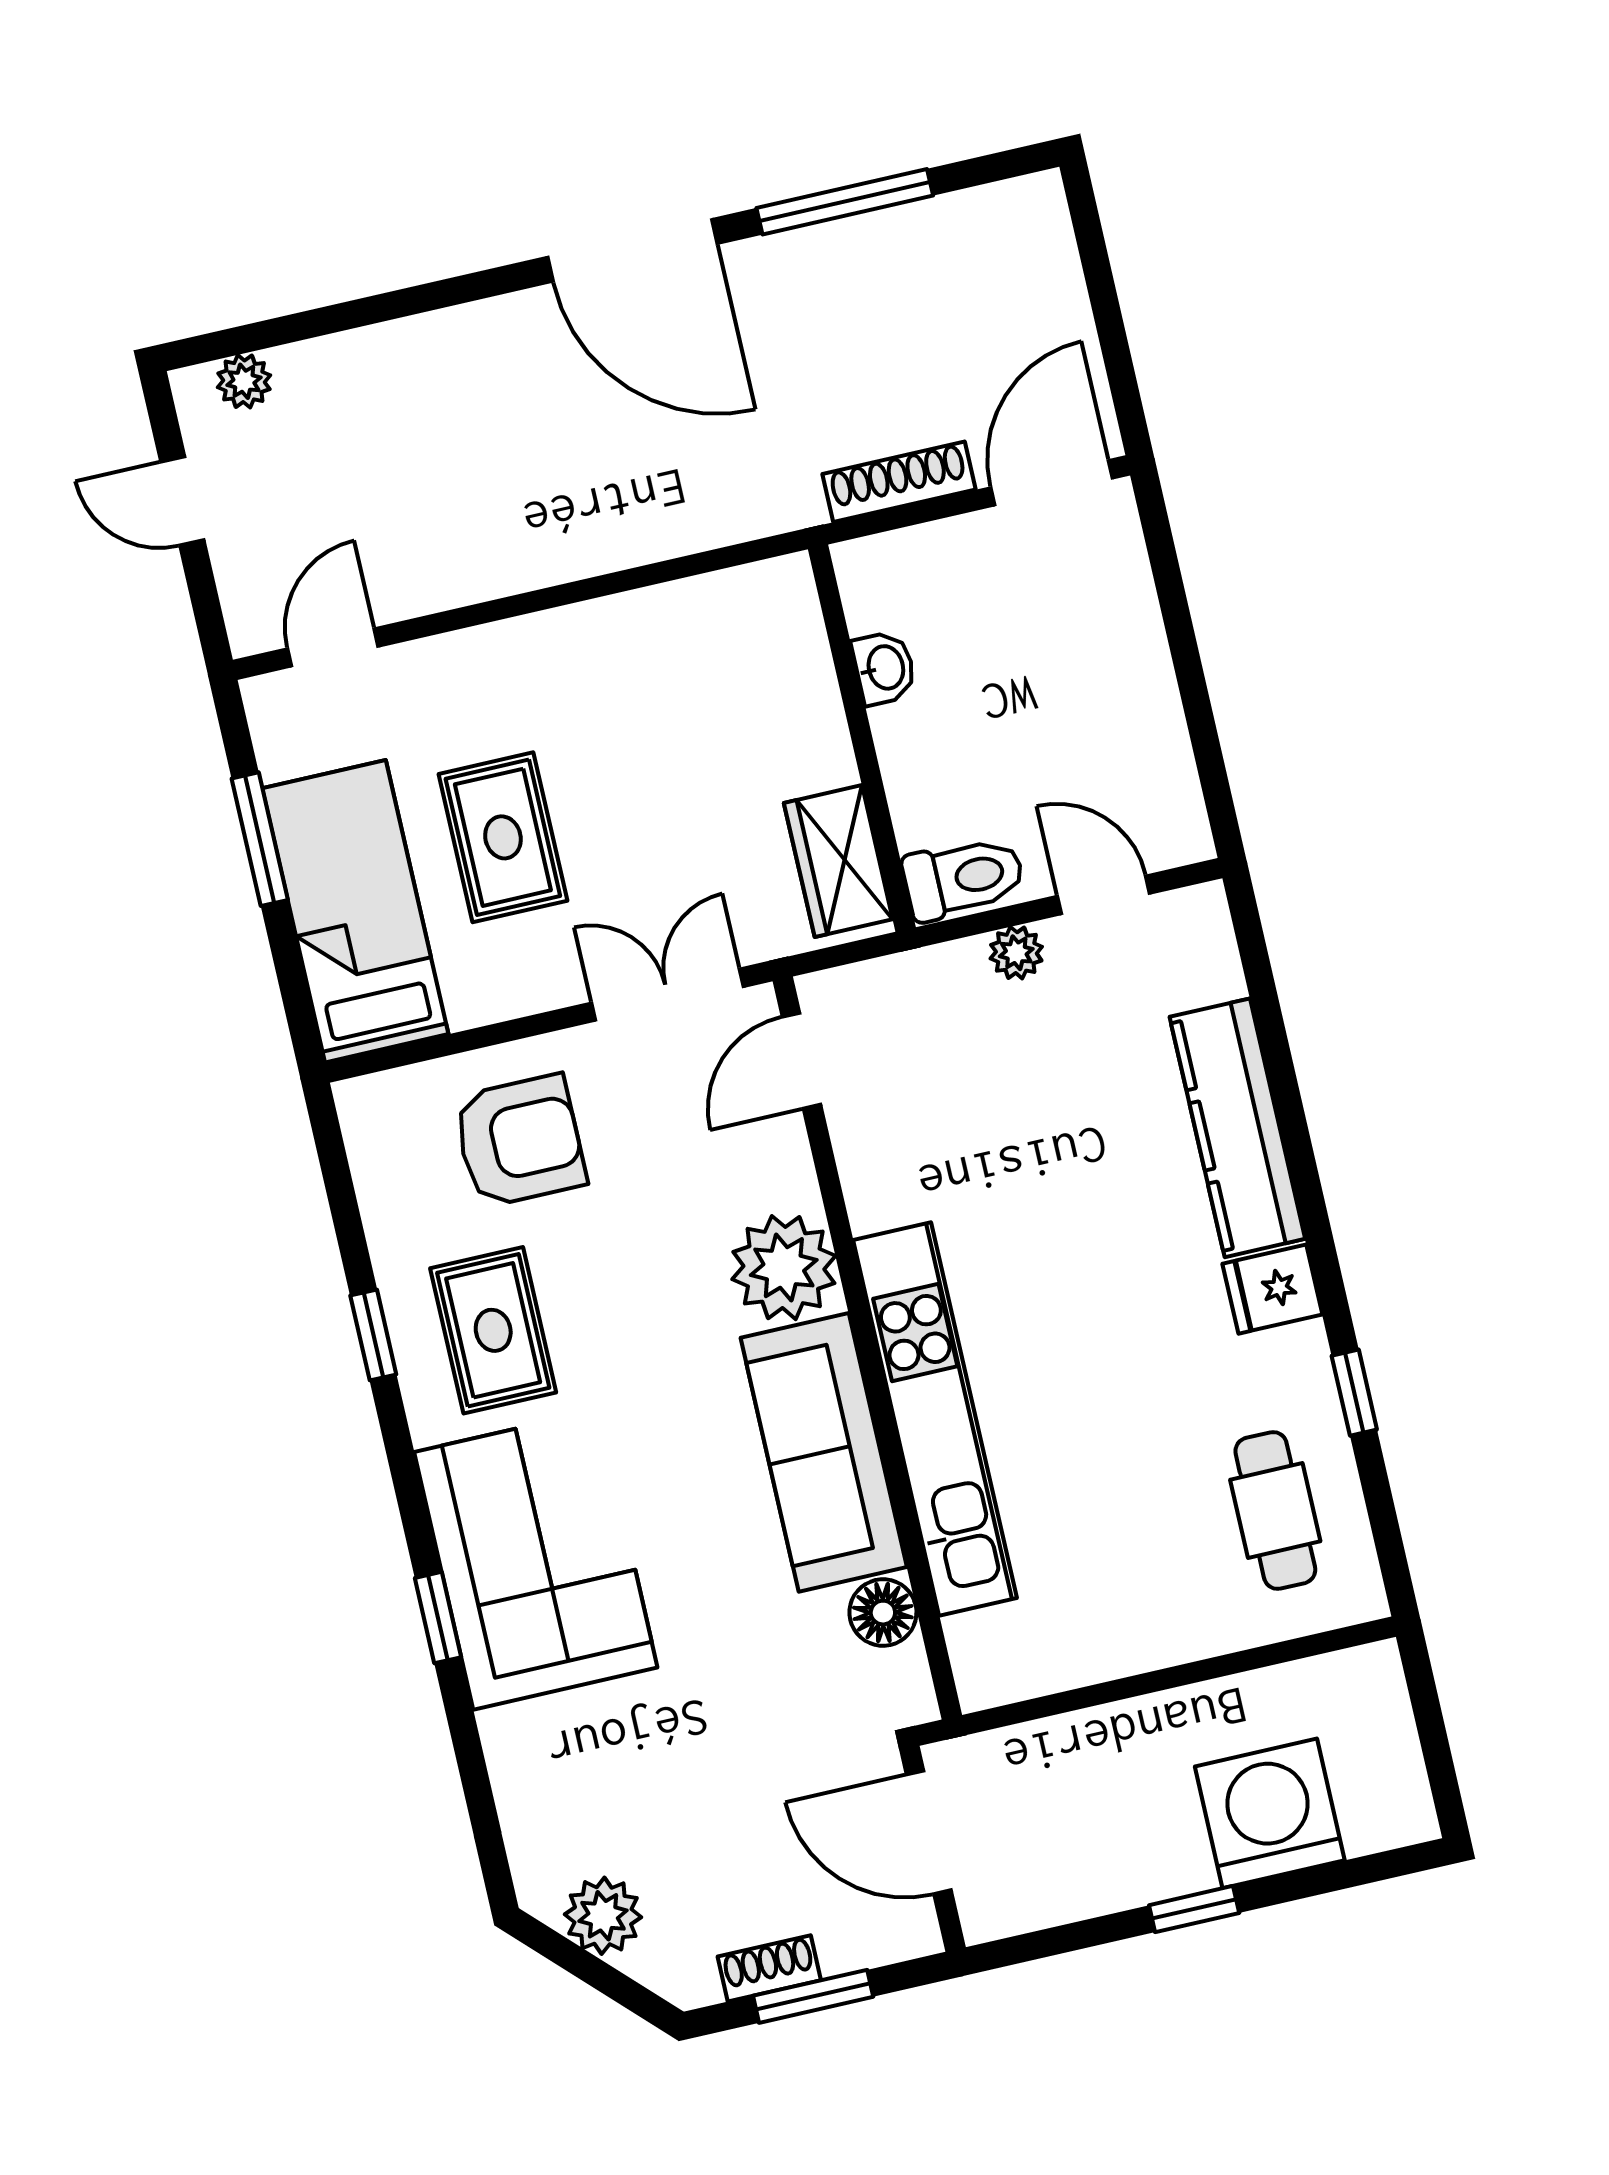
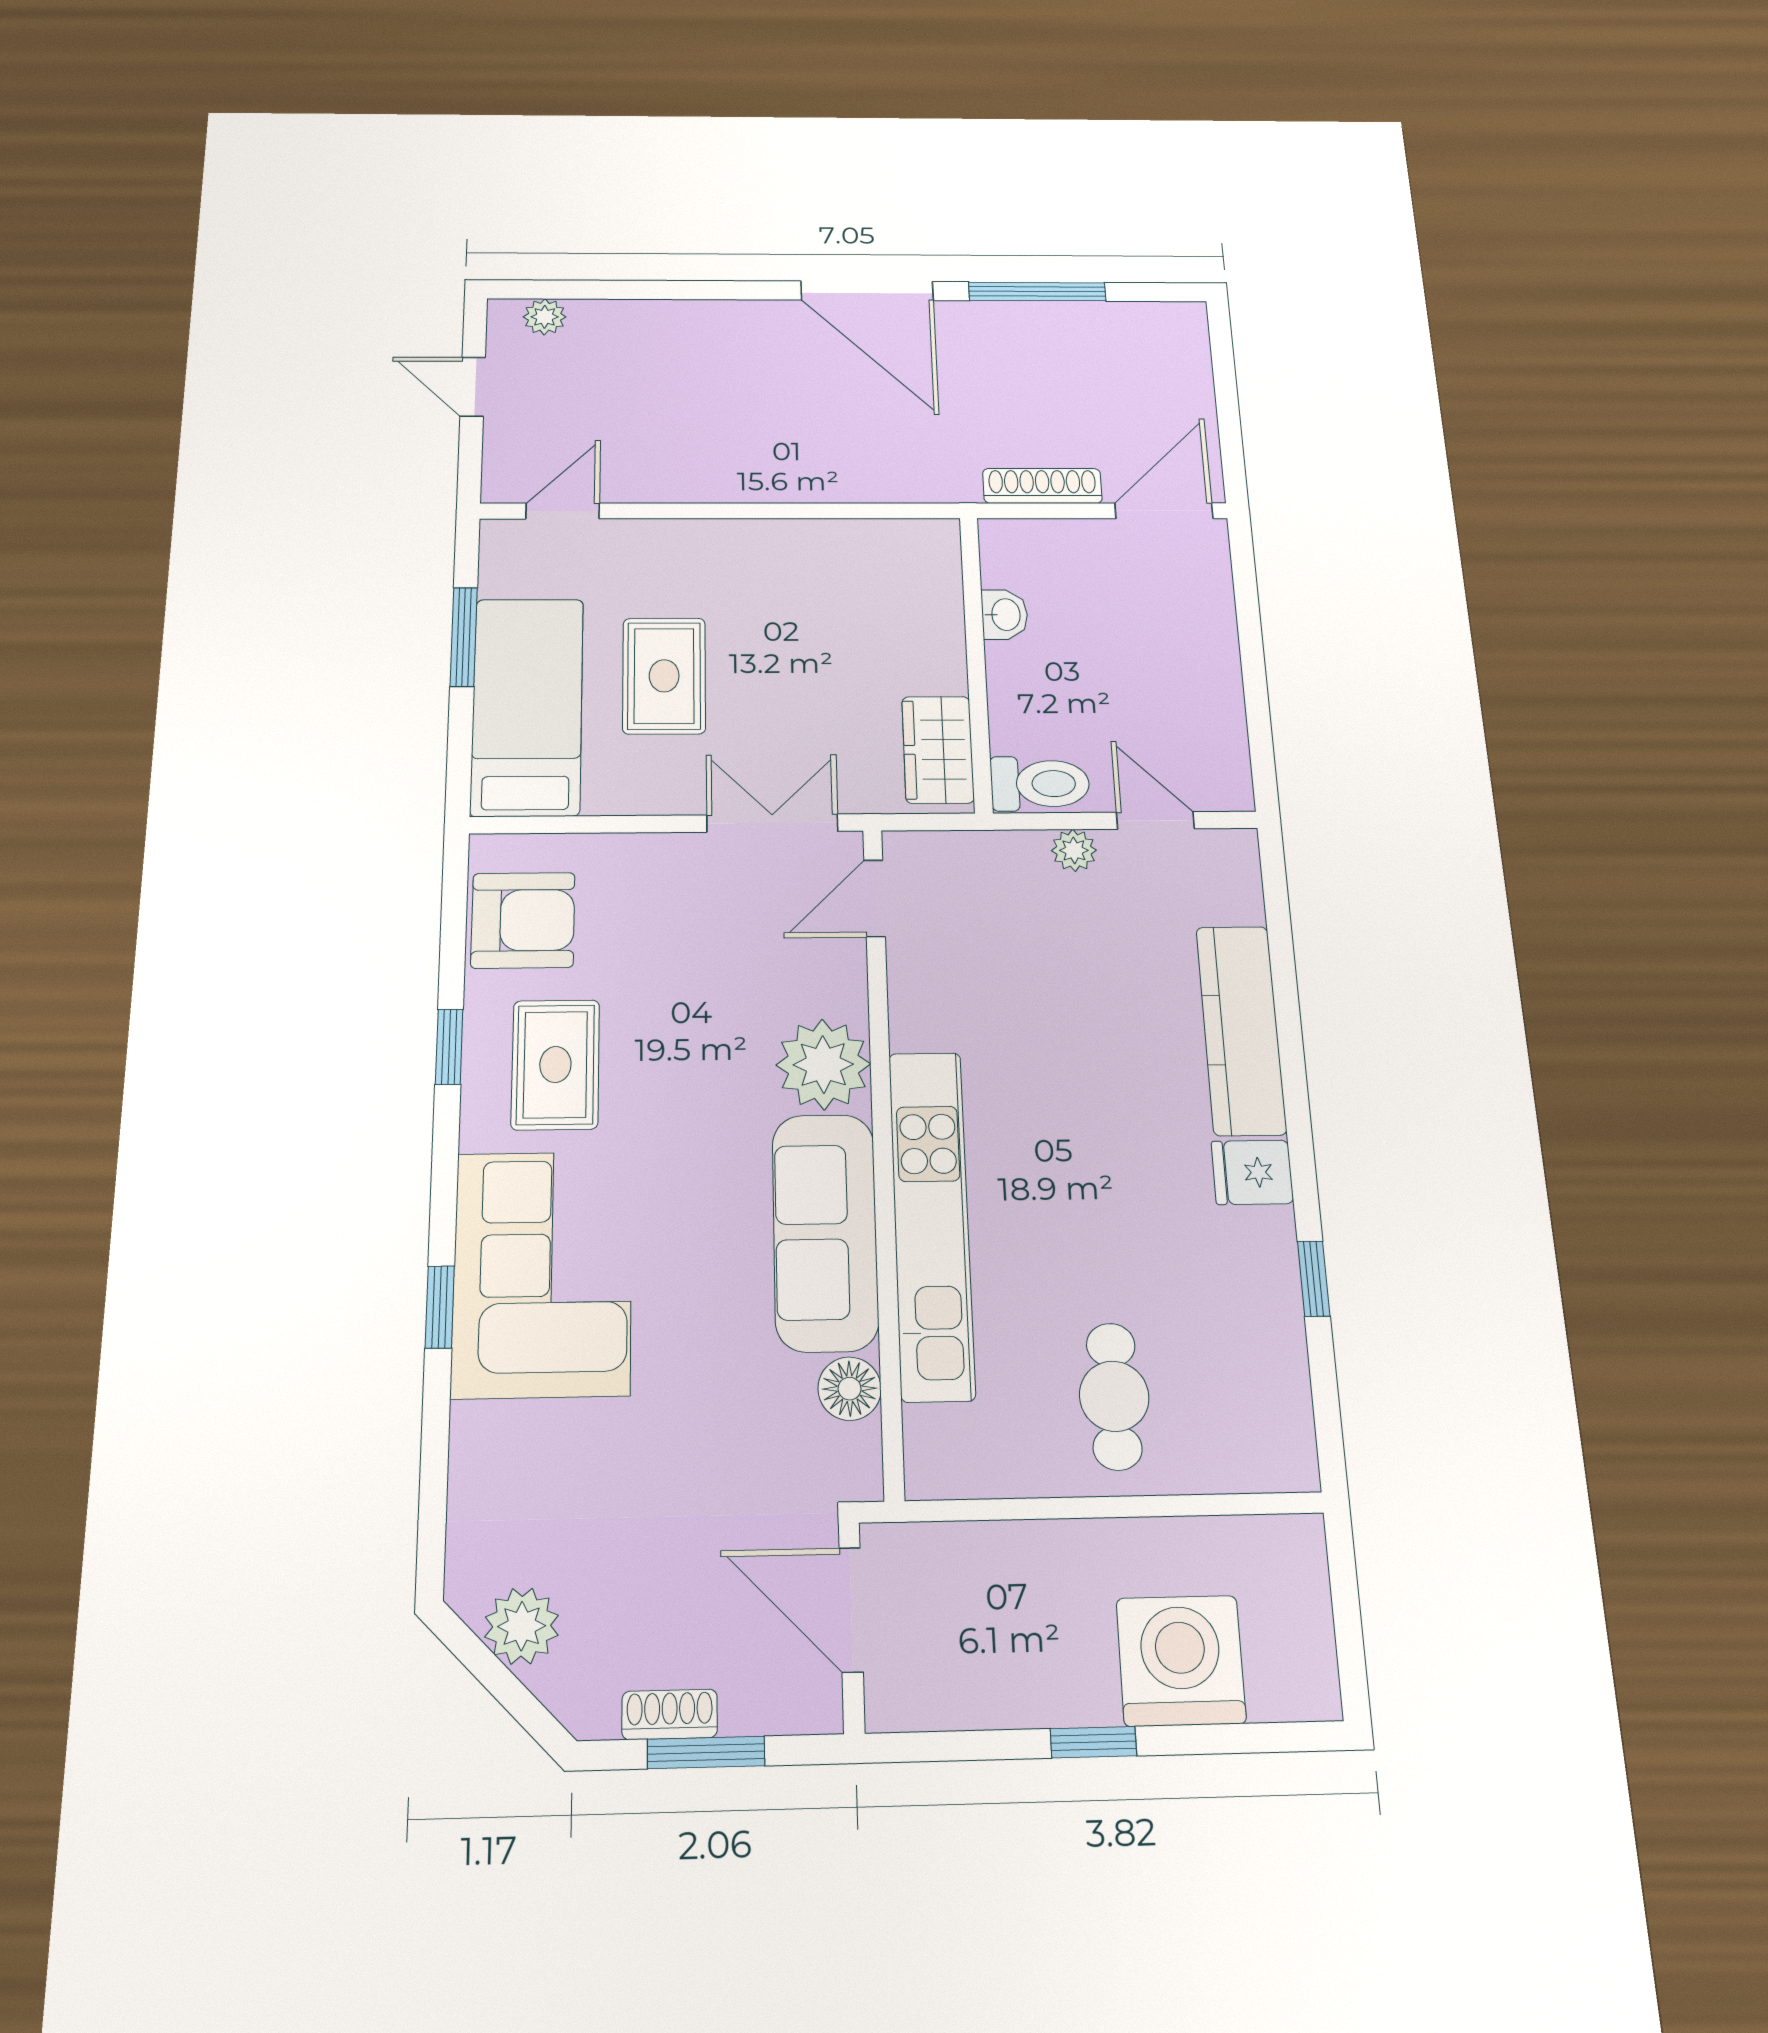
armchair: (519, 1141) -> (523, 920), moved
cafe table: (1275, 1510) -> (1114, 1396), moved

